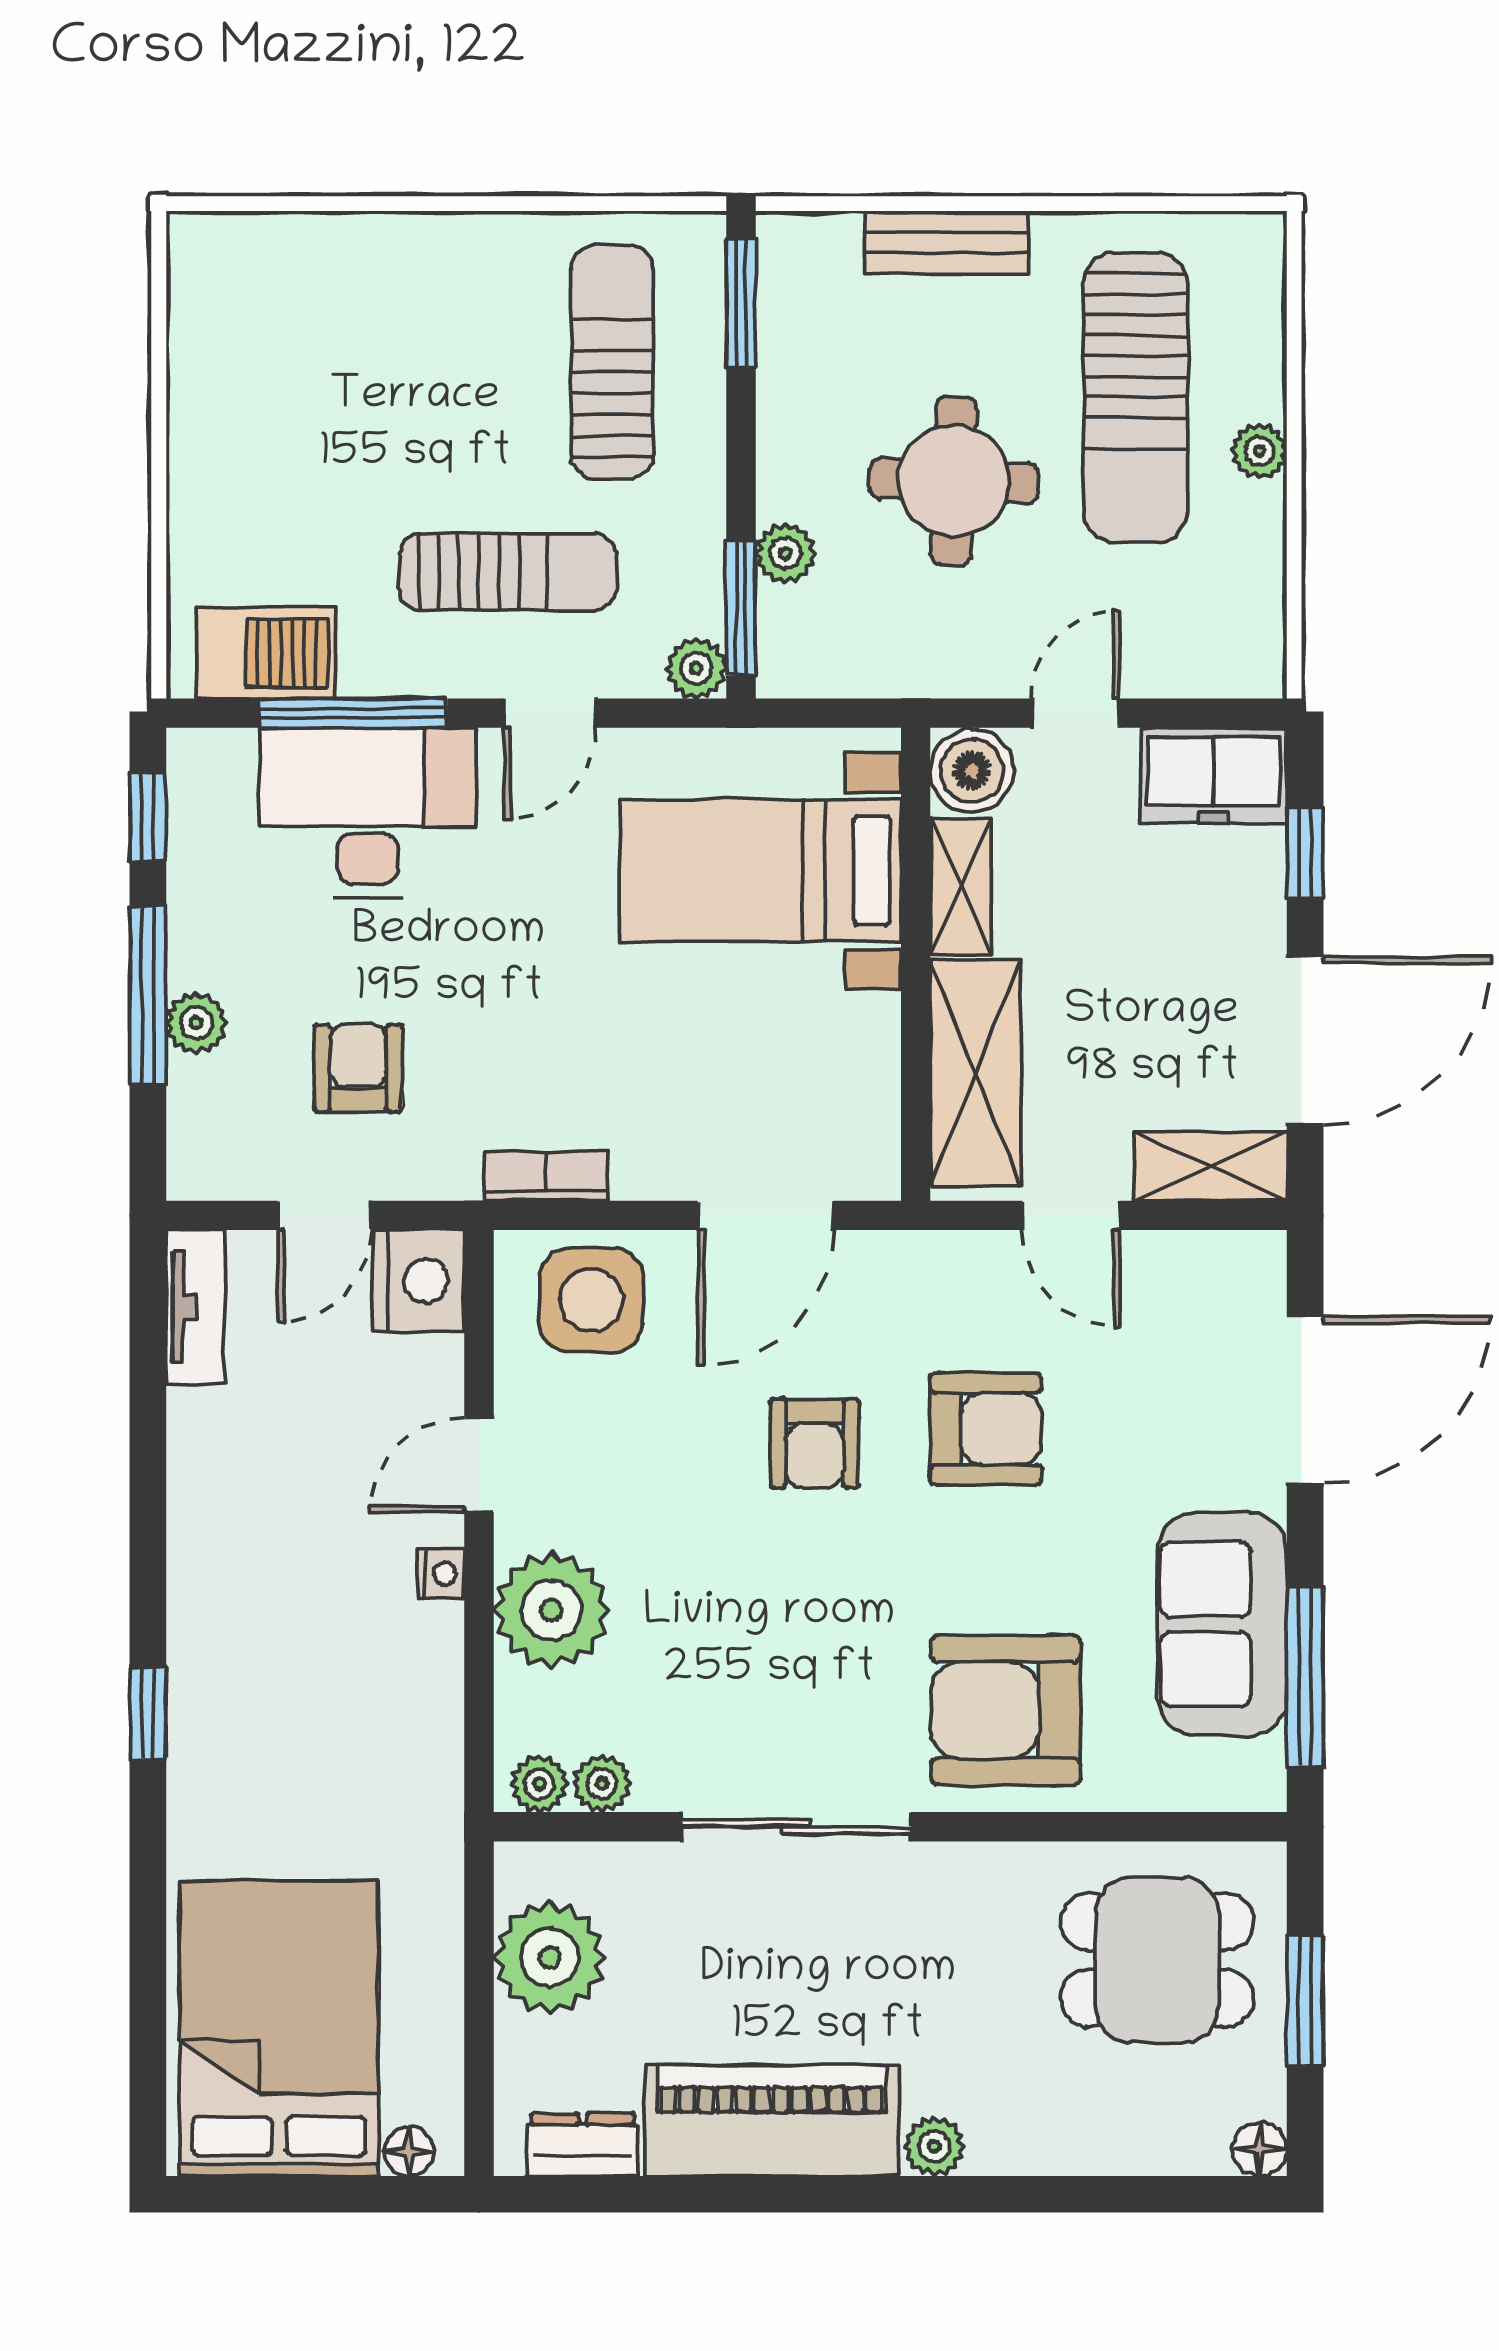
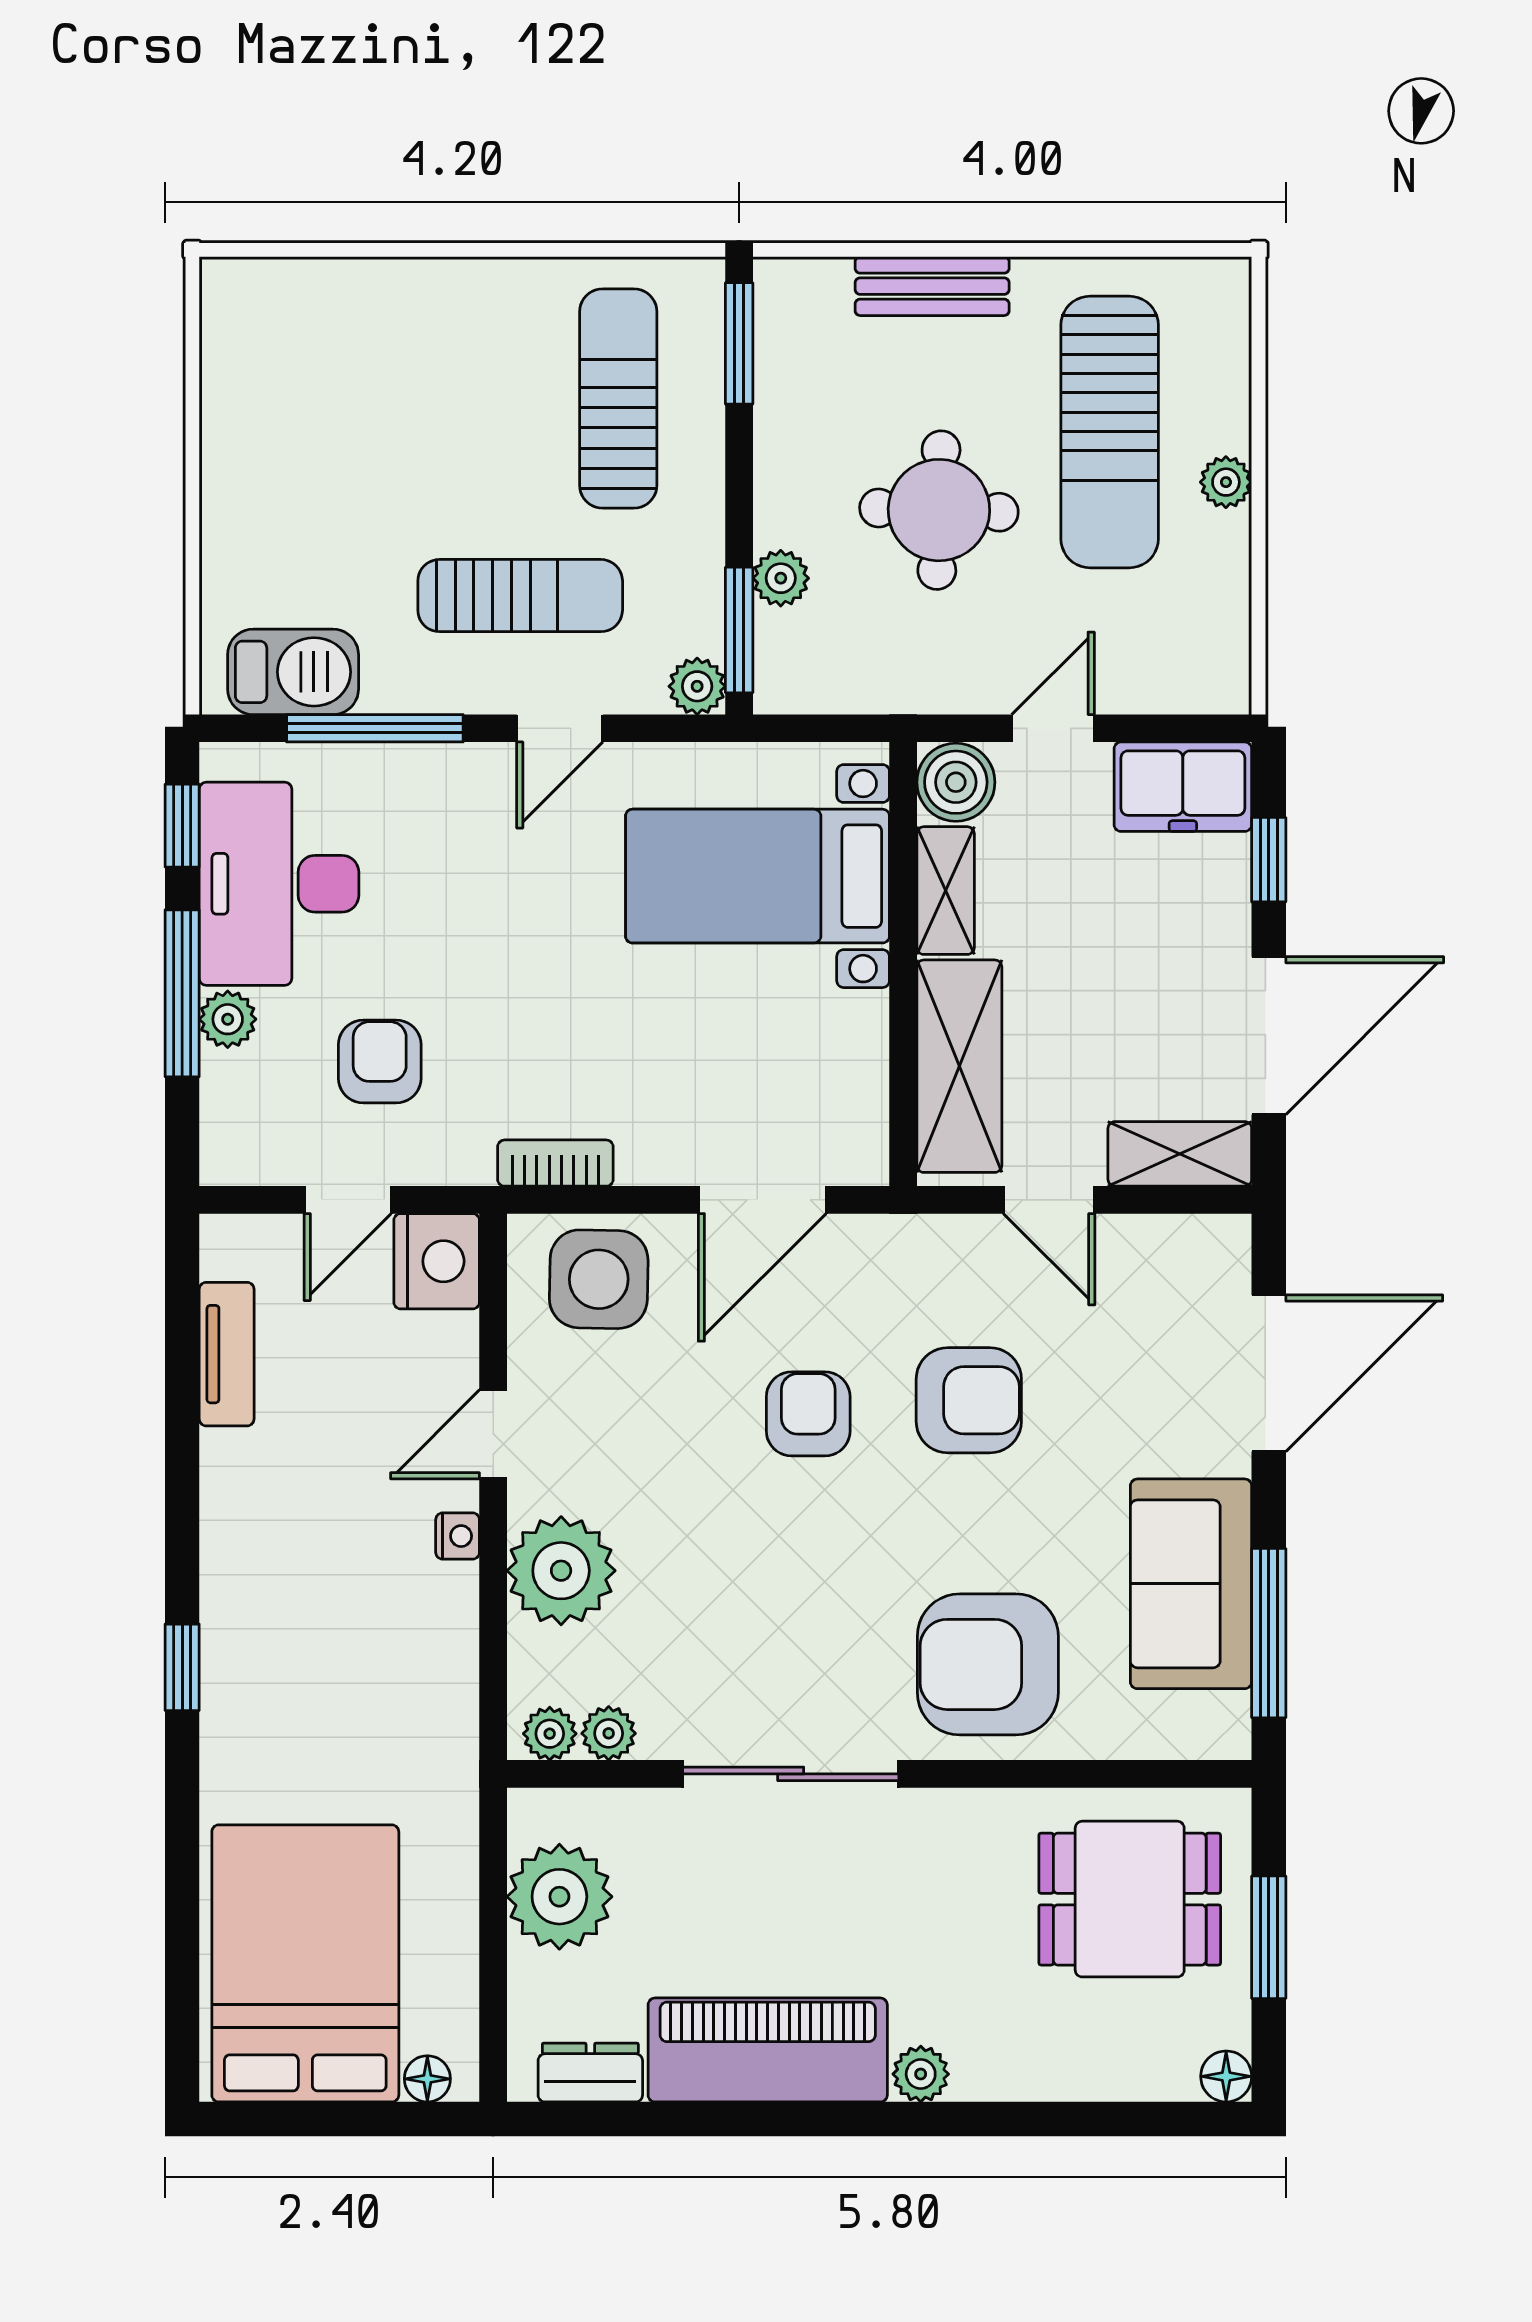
desk: (368, 813) -> (279, 884), moved, turned -90
tv unit: (195, 1306) -> (227, 1354), moved
armchair: (815, 1443) -> (808, 1414), turned 180

